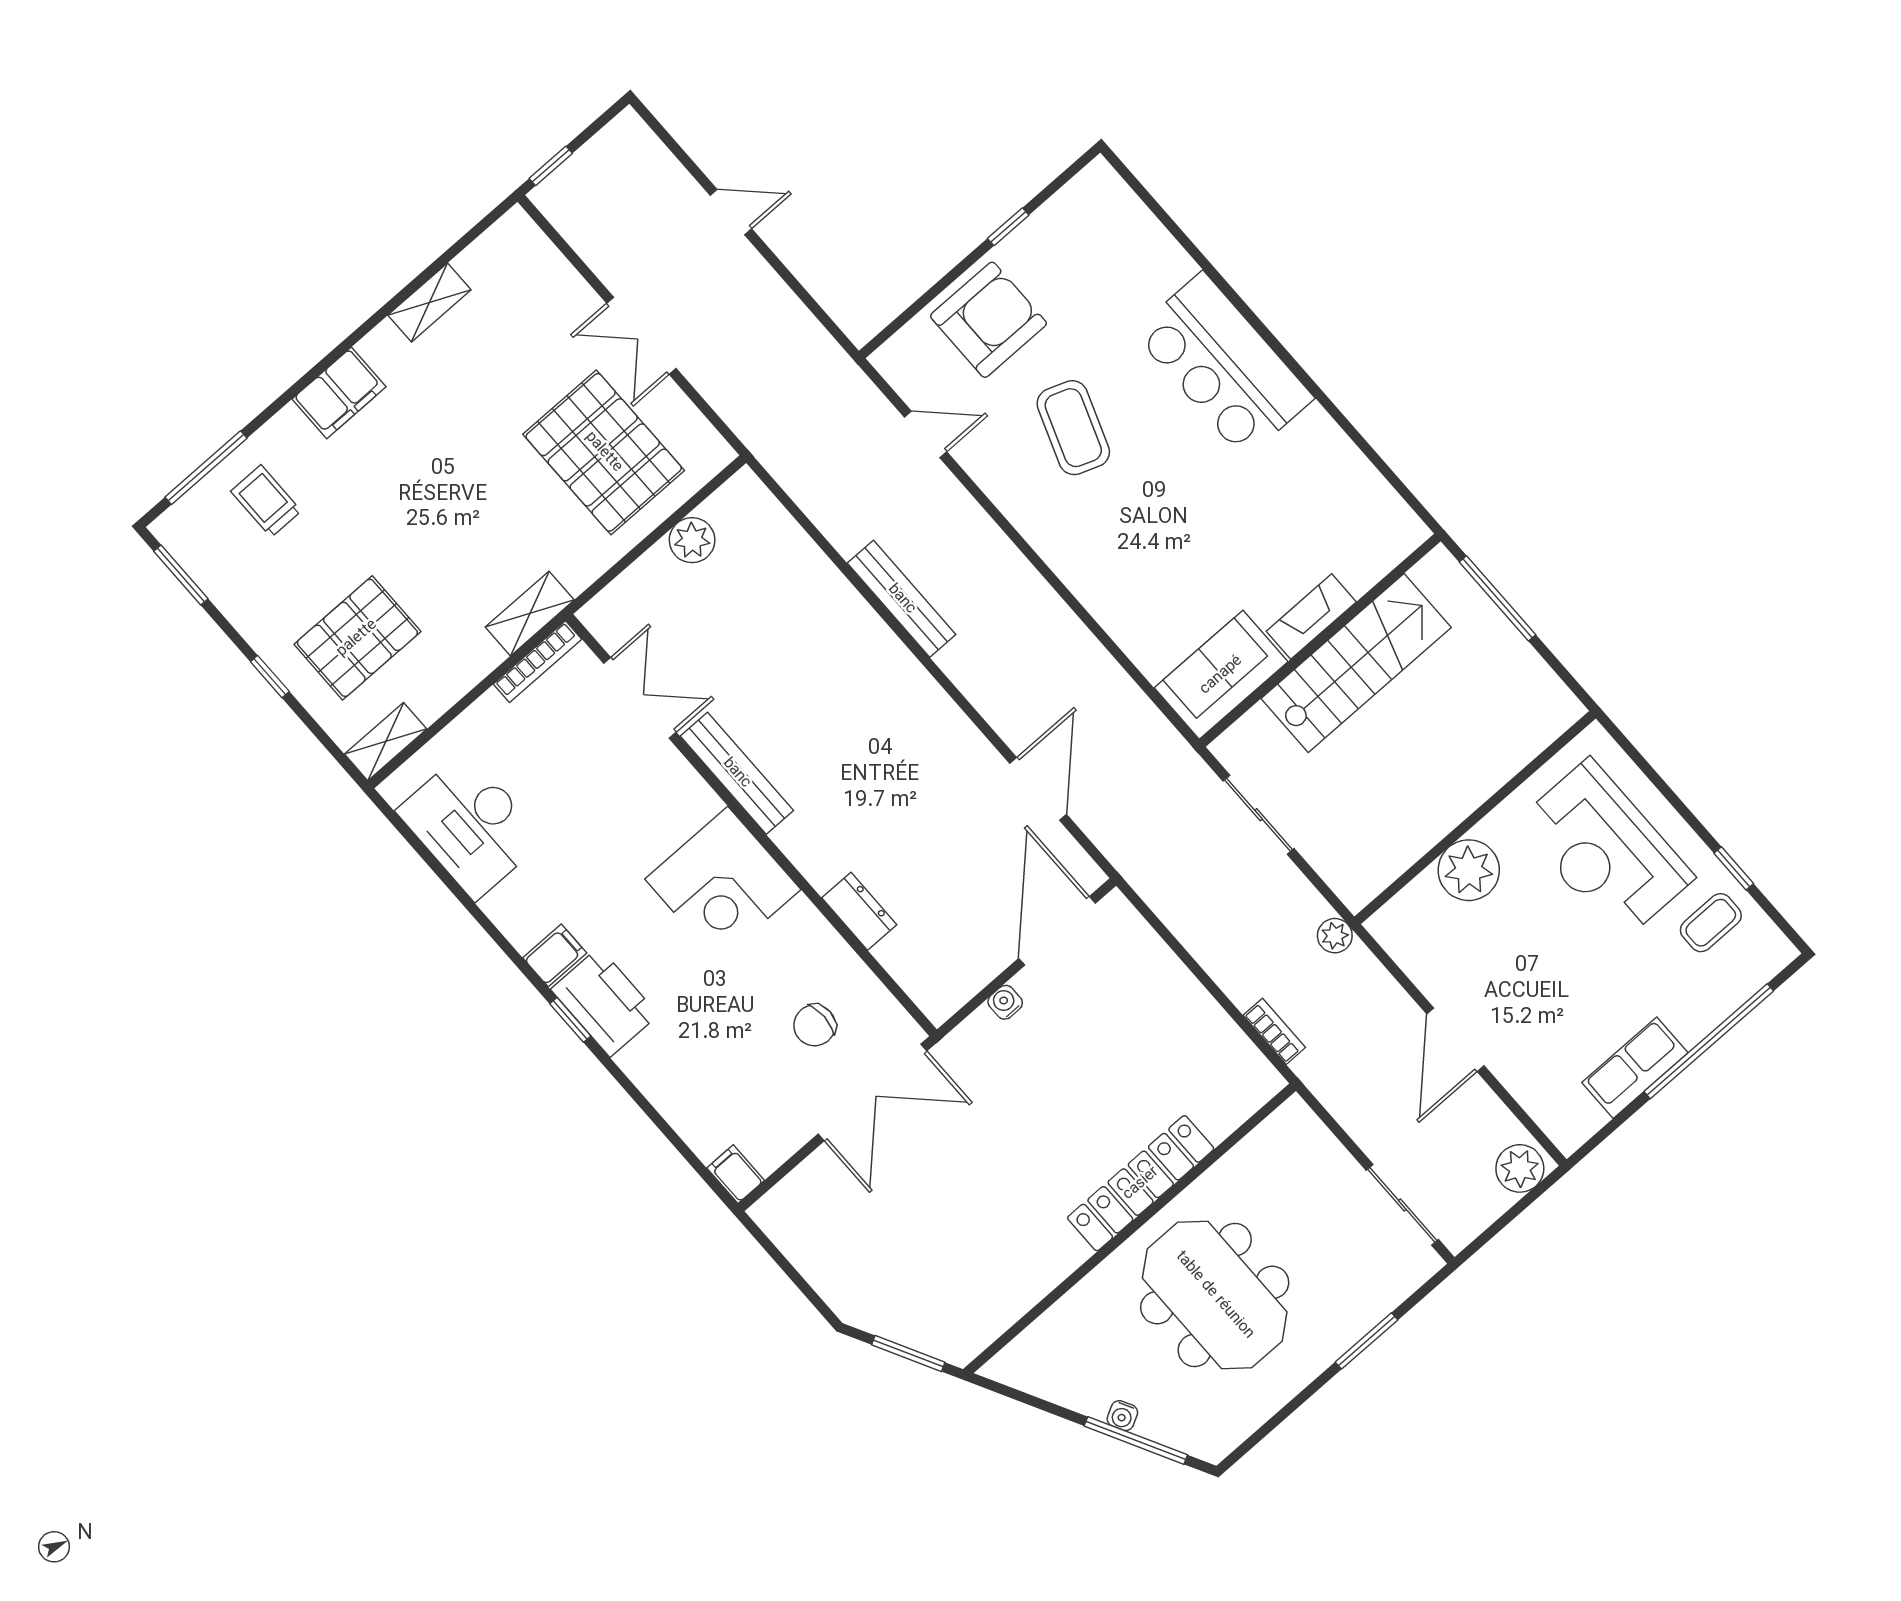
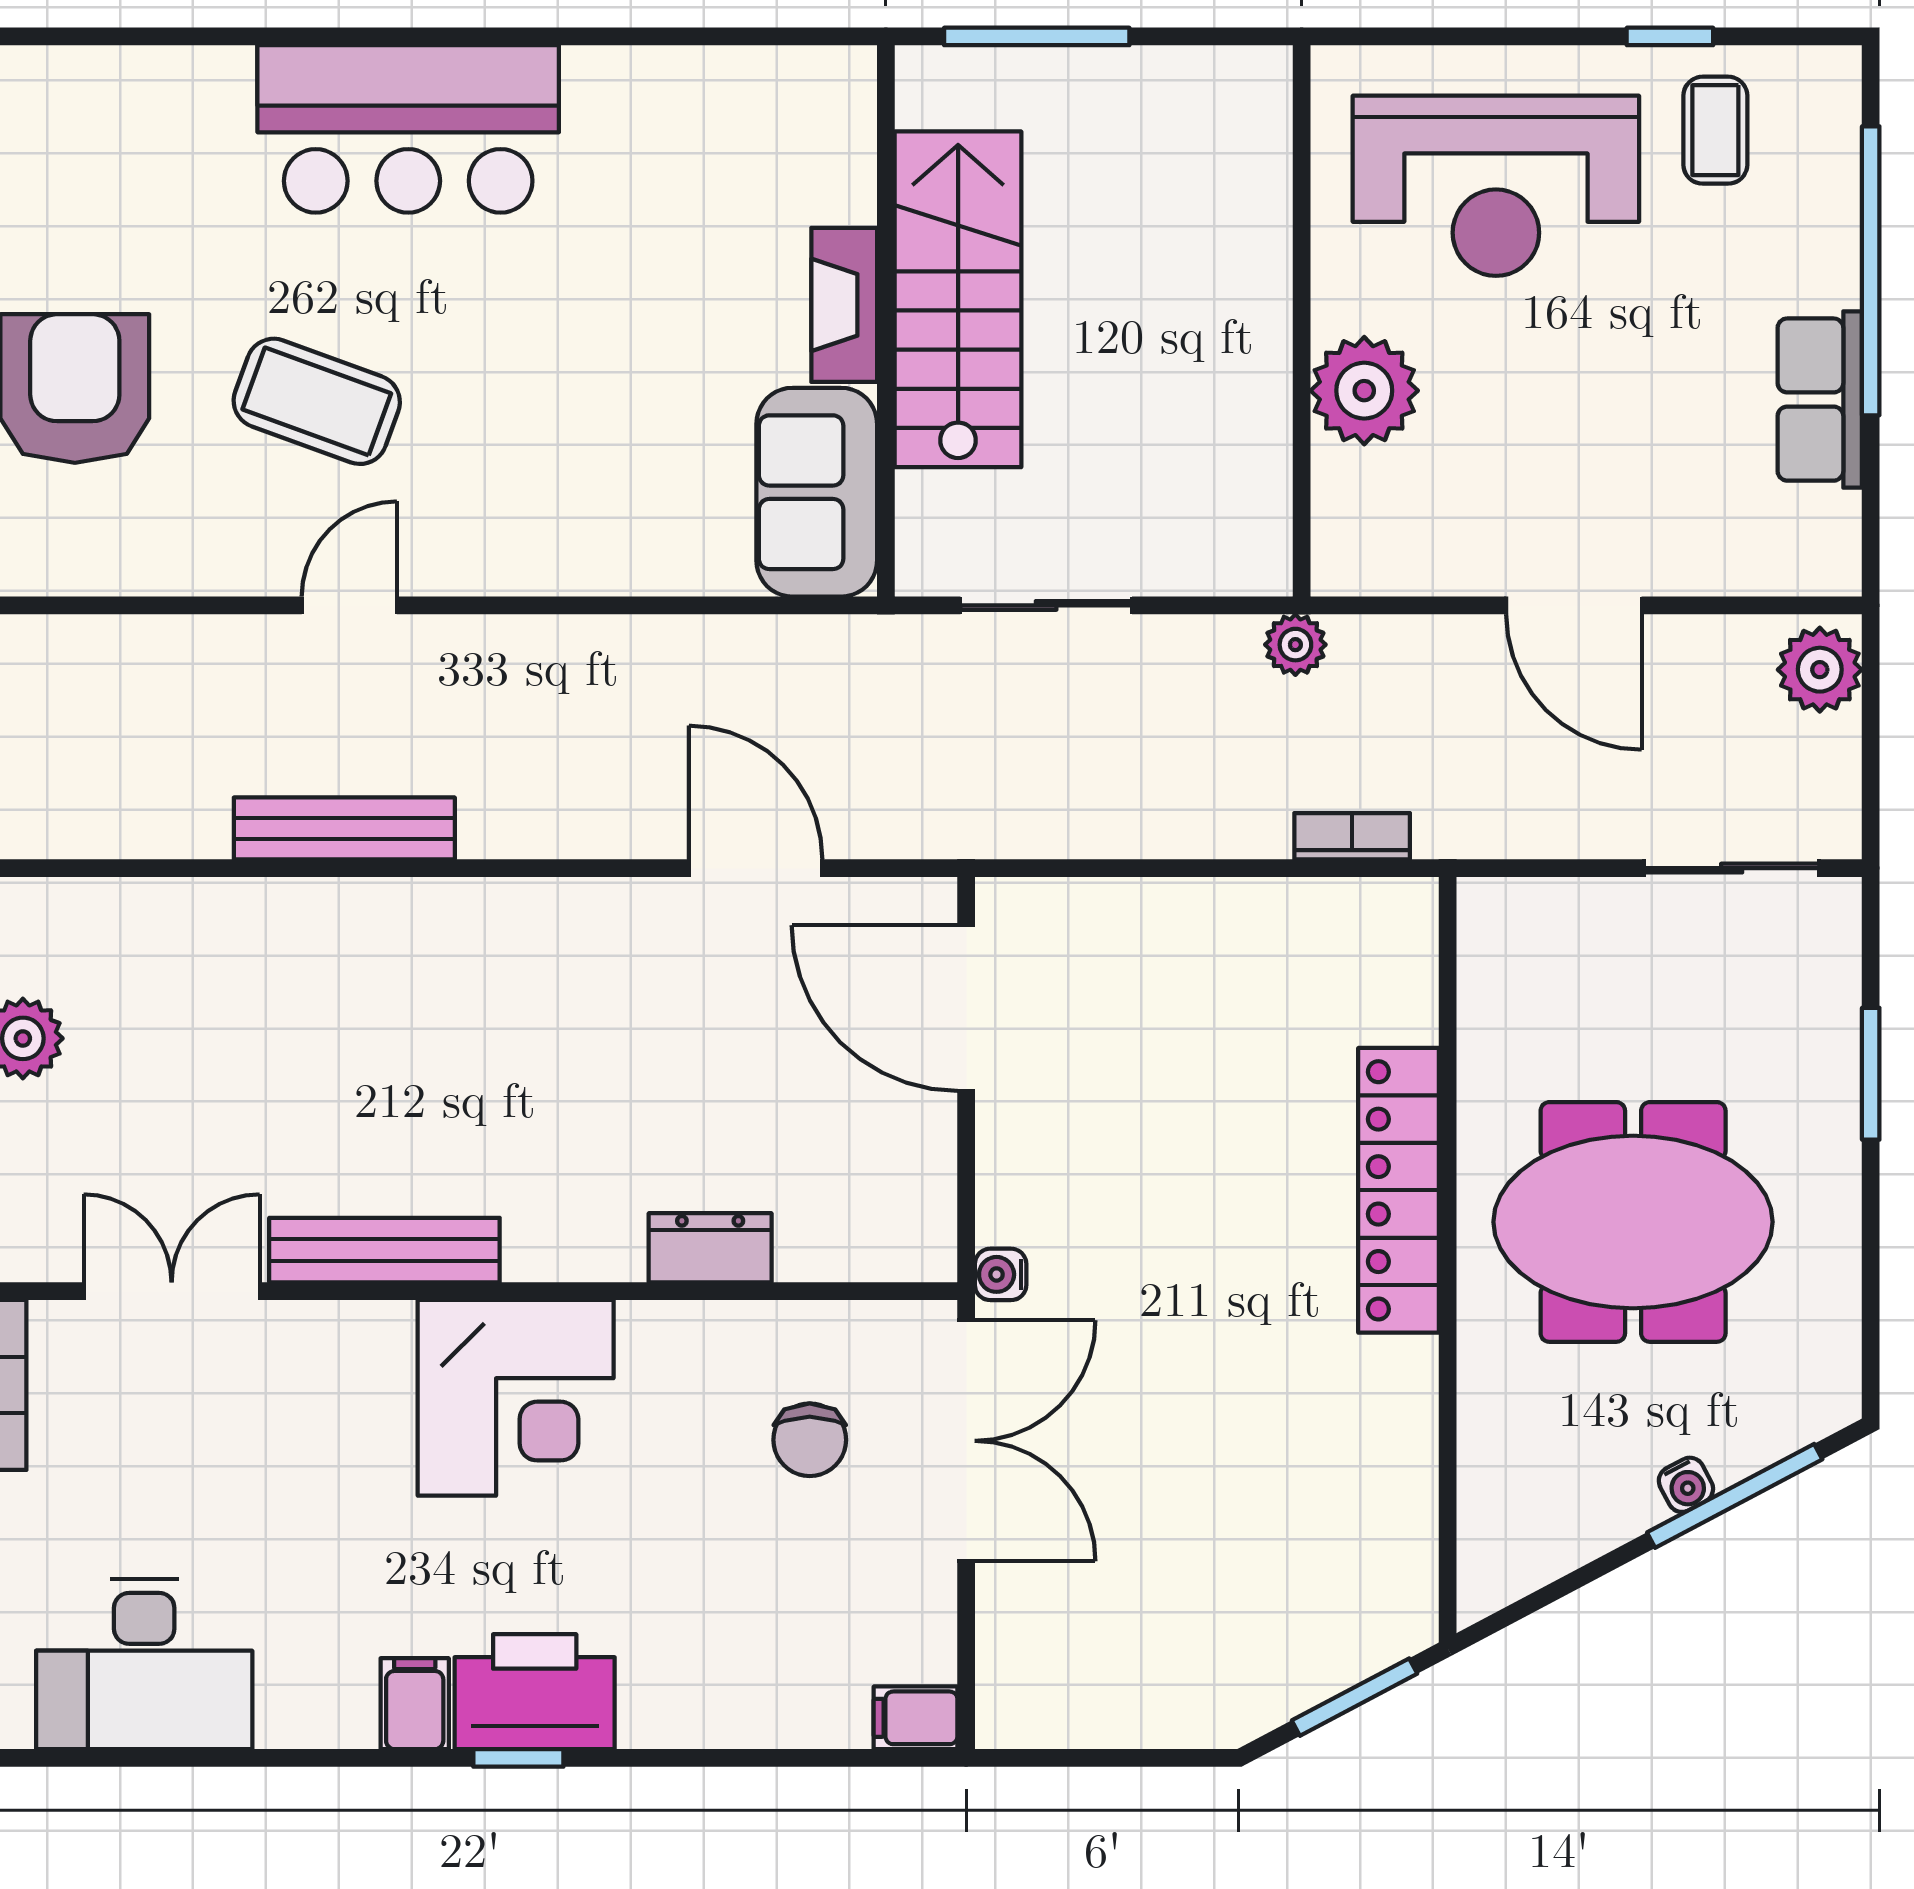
door: (926, 435) -> (349, 605), moved
water cooler: (1005, 1002) -> (1001, 1274), moved

